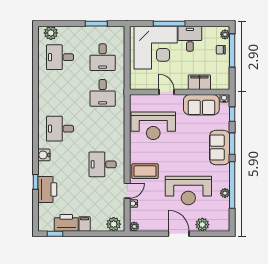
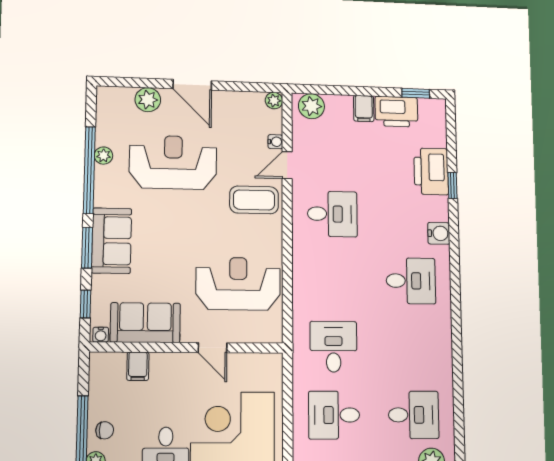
desk: (103, 57) -> (334, 415), turned -90
filing cabinet: (199, 82) -> (138, 366), width x0.50

